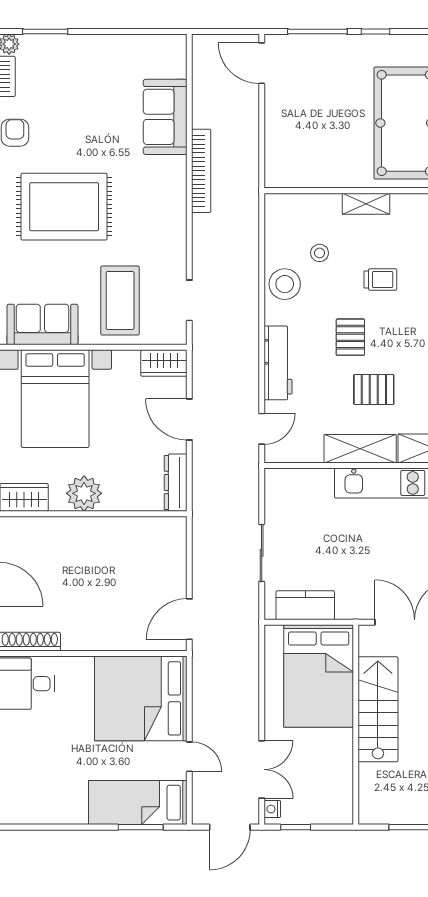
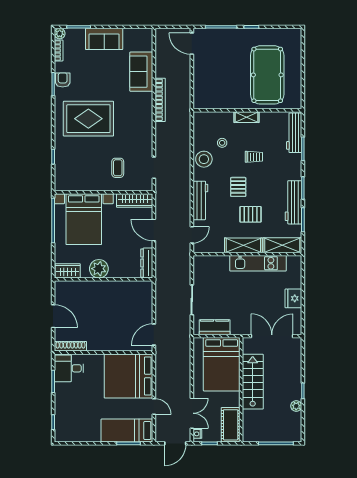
coffee table: (120, 301) -> (118, 168), width x0.54, depth x0.58
sofa: (42, 324) -> (104, 39), moved, turned 180
wardrobe: (164, 363) -> (135, 200), width x1.50
cot: (336, 792) -> (231, 425), added

